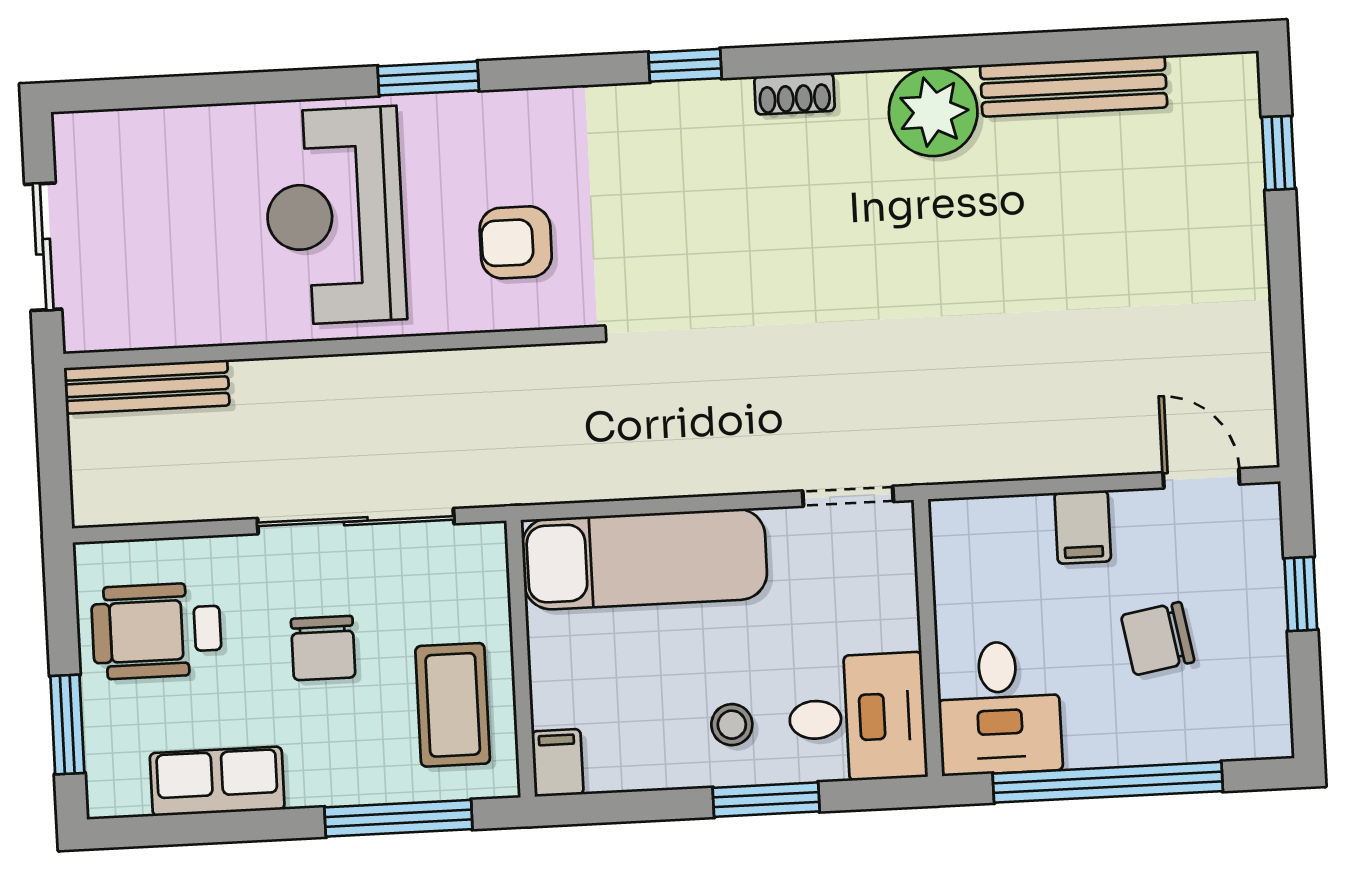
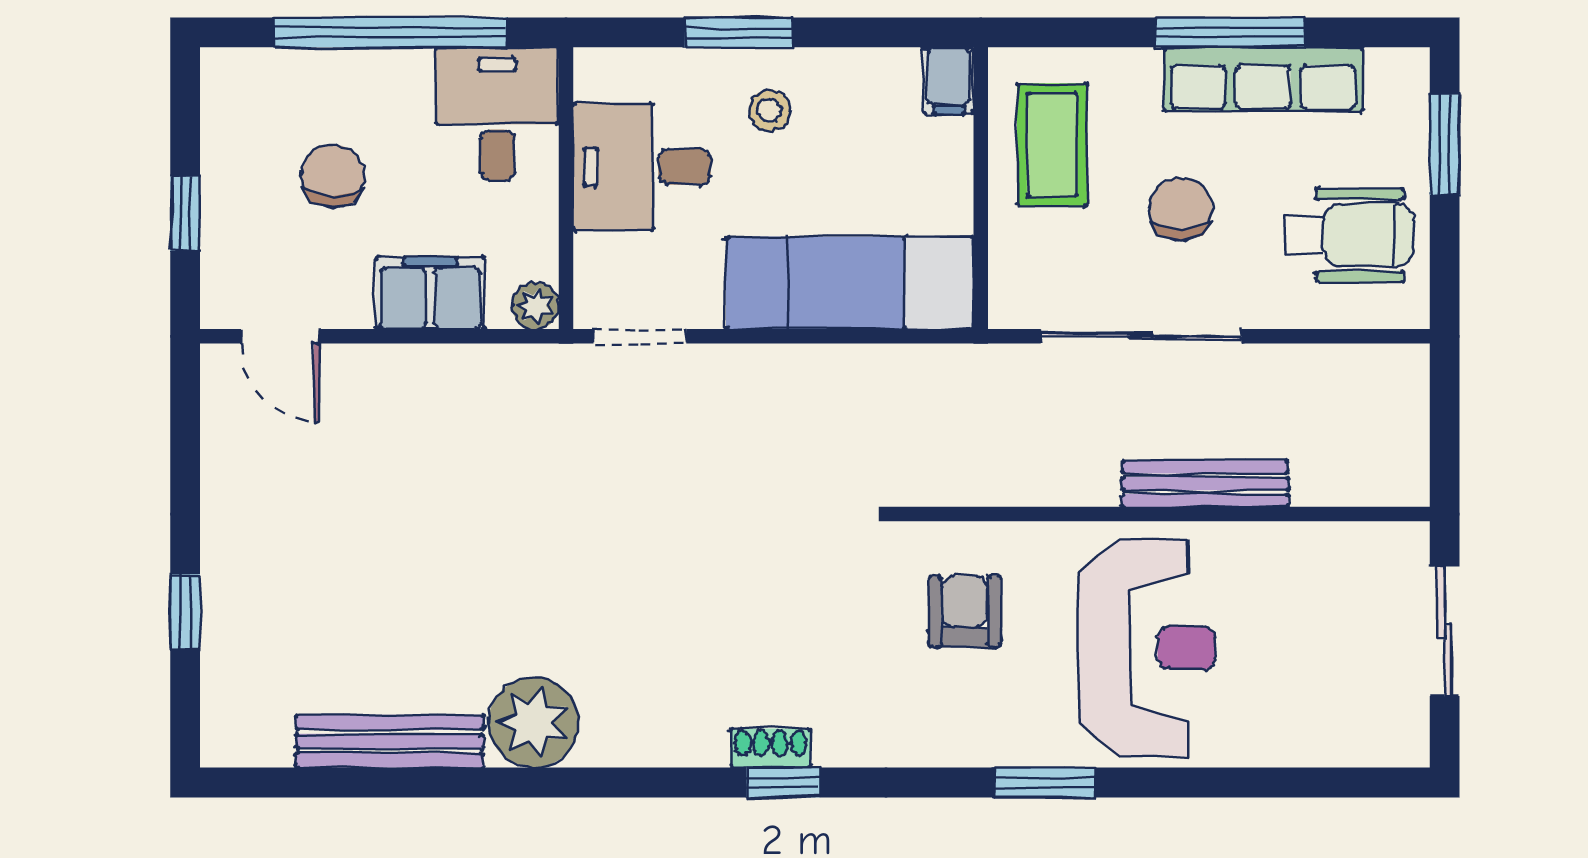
shoe rack: (794, 94) -> (771, 748), moved
window: (1278, 153) -> (185, 612), moved
armchair: (516, 242) -> (964, 611), turned -90
bench: (147, 387) -> (1205, 484), moved
plant: (952, 521) -> (535, 306), added
filing cabinet: (1083, 527) -> (430, 293), width x2.00
chair: (1158, 639) -> (333, 176), turned -80
desk: (857, 718) -> (642, 167), moved
row of seats: (217, 781) -> (1263, 79), width x1.48
window: (398, 818) -> (1230, 32), moved

